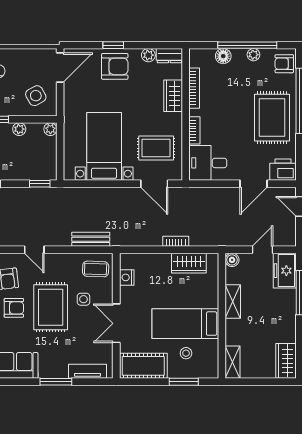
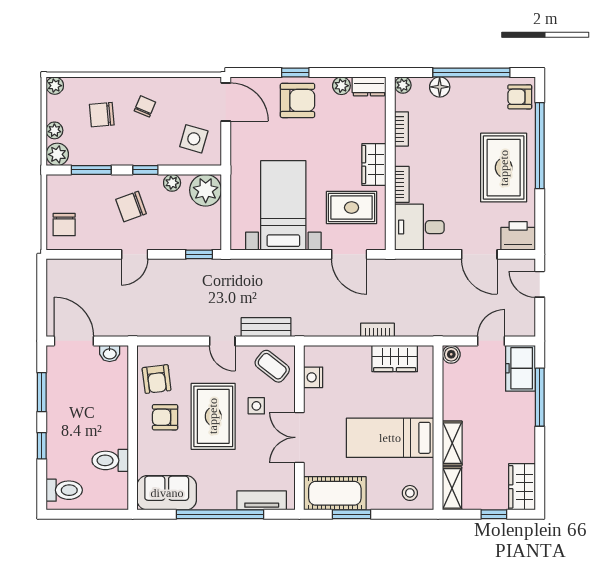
plant: (253, 55) -> (403, 85), moved
door: (60, 68) -> (226, 102), hinge flipped
bookcase: (194, 88) -> (401, 129), width x0.64
side table: (36, 96) -> (194, 139), turned 45
wardrobe: (173, 96) -> (374, 165), moved
plant: (50, 129) -> (206, 190), width x1.88, depth x1.88
door: (253, 184) -> (479, 254), hinge flipped
door: (34, 250) -> (222, 341), moved
coffee table: (96, 269) -> (272, 366), turned 36
shelving: (233, 302) -> (452, 443), moved
armchair: (14, 308) -> (165, 417), turned 180
stool: (186, 353) -> (410, 493), moved
window: (56, 382) -> (220, 514), width x2.11
window: (184, 382) -> (352, 514), moved
window: (265, 382) -> (494, 514), added

